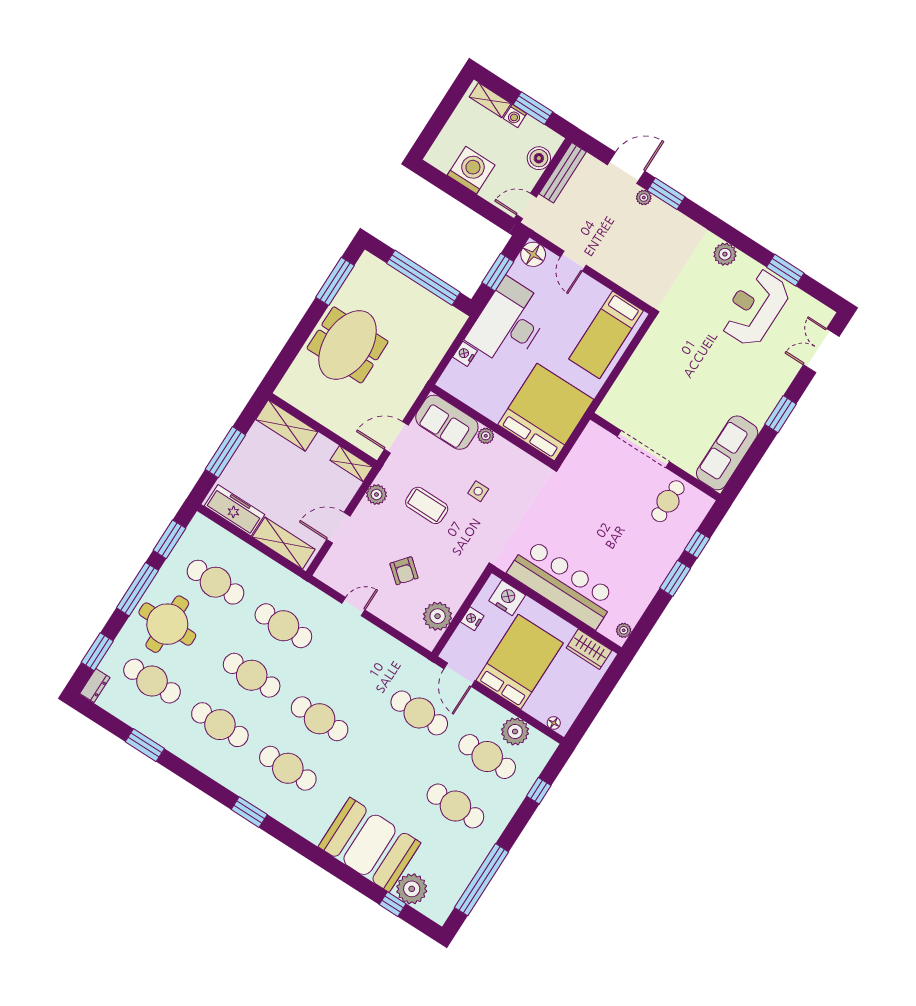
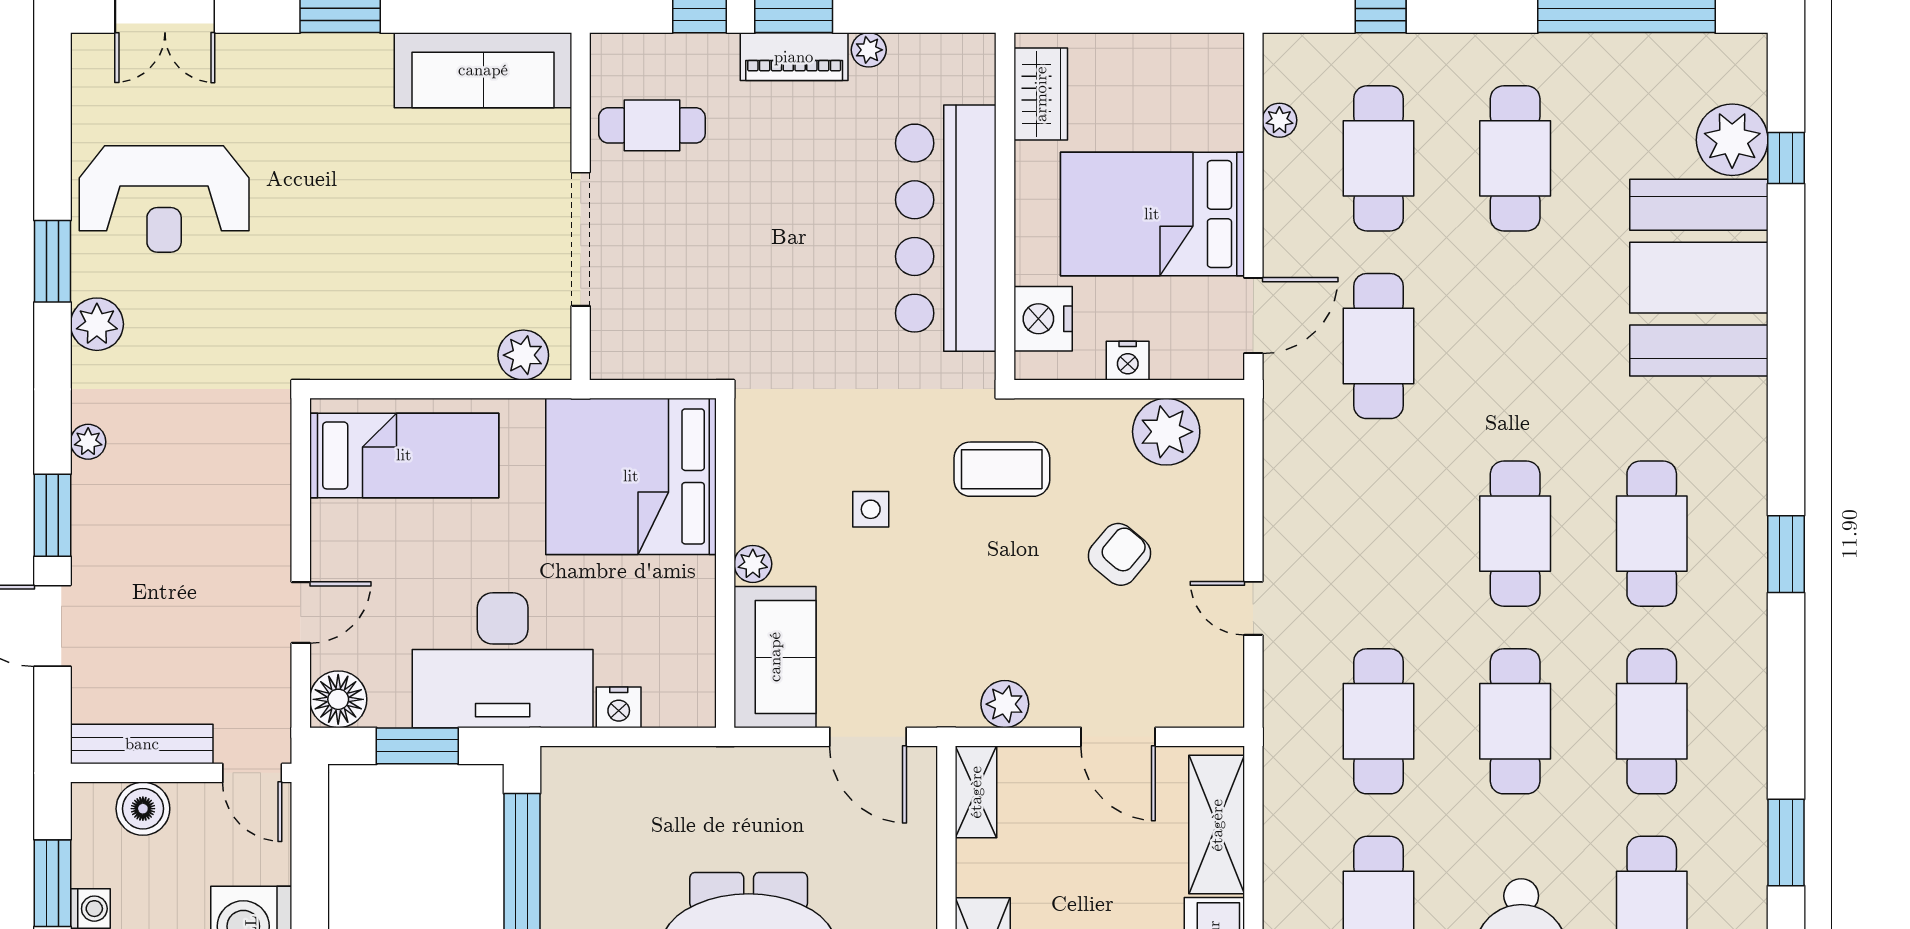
plant: (644, 197) -> (88, 442), moved
window: (785, 270) -> (52, 261), moved
plant: (615, 401) -> (523, 355), added
coffee table: (427, 505) -> (1002, 469), moved, turned 90
piano: (660, 569) -> (794, 57), added
plant: (624, 630) -> (869, 50), moved
floor lamp: (554, 723) -> (1229, 70), removed
plant: (515, 731) -> (1279, 120), width x0.53, depth x0.53

